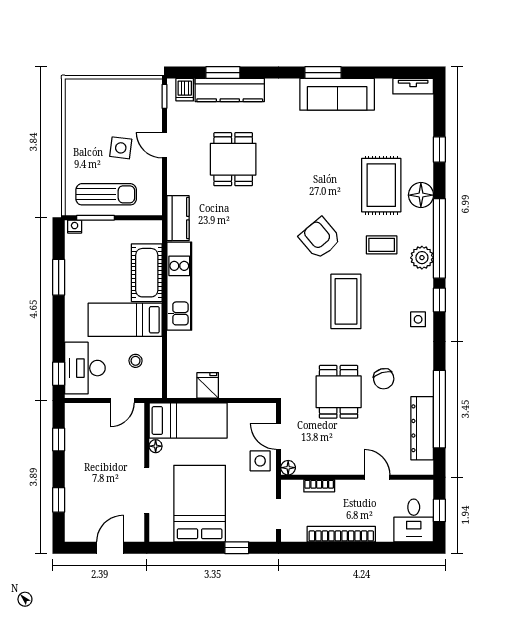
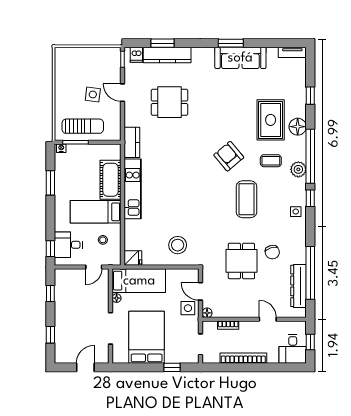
dining table: (233, 159) -> (170, 102), turned 90
desk: (85, 368) -> (68, 245), width x0.73
stool: (245, 368) -> (178, 245), added
fridge: (208, 385) -> (133, 258), moved, turned 90

